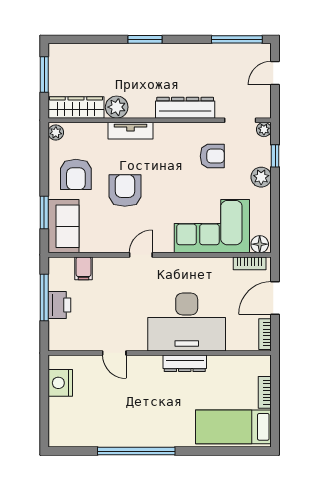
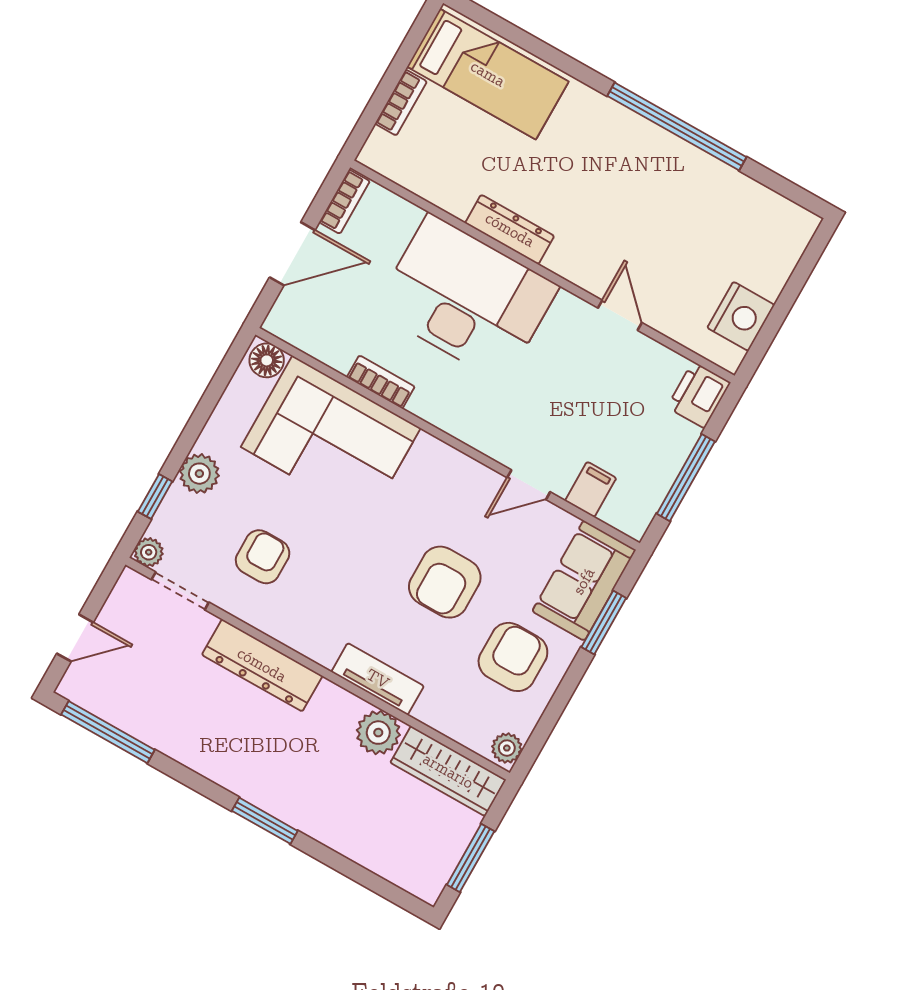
armchair: (212, 156) -> (263, 557), turned 90
door: (141, 255) -> (529, 485), moved
bookcase: (250, 263) -> (381, 382), moved
printer: (59, 305) -> (699, 395), moved

